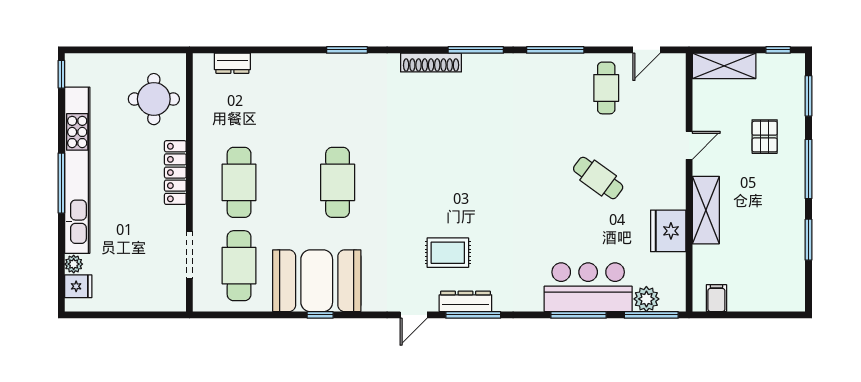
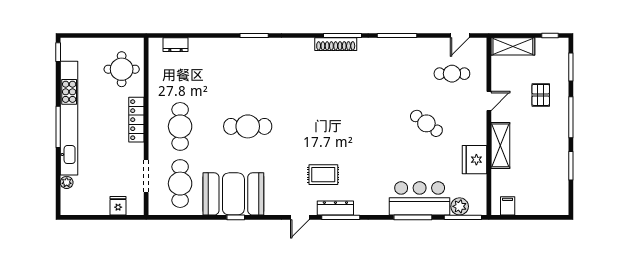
shoe rack: (431, 63) -> (336, 44), moved
cafe table: (606, 88) -> (452, 74), moved, turned 90
cafe table: (338, 182) -> (248, 126), turned 90
fridge: (78, 286) -> (118, 206), moved, turned -90

